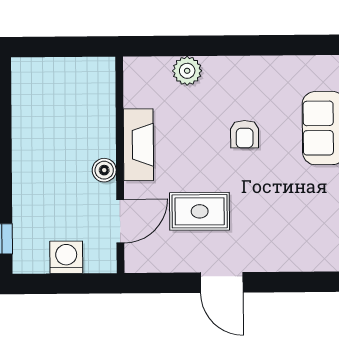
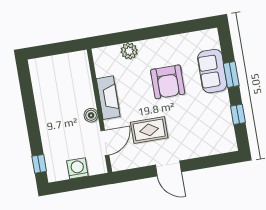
armchair: (245, 134) -> (168, 82), width x1.88, depth x1.88

